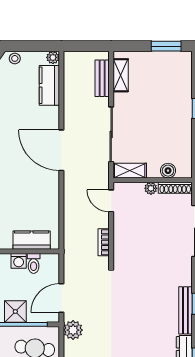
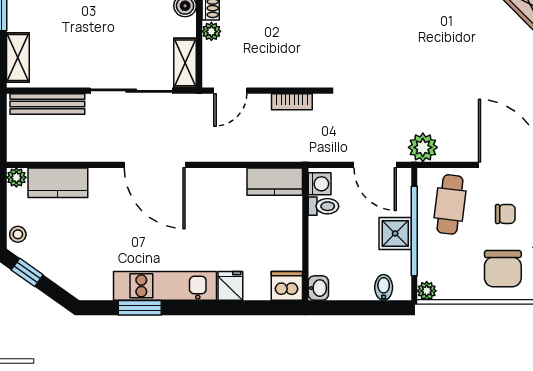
shelving: (121, 75) -> (18, 58), moved, turned 90
bench: (102, 78) -> (47, 104), width x1.36
door: (61, 150) -> (155, 165), hinge flipped
kitchen counter: (32, 240) -> (275, 182), moved, turned -90
washing machine: (19, 261) -> (320, 184), moved

